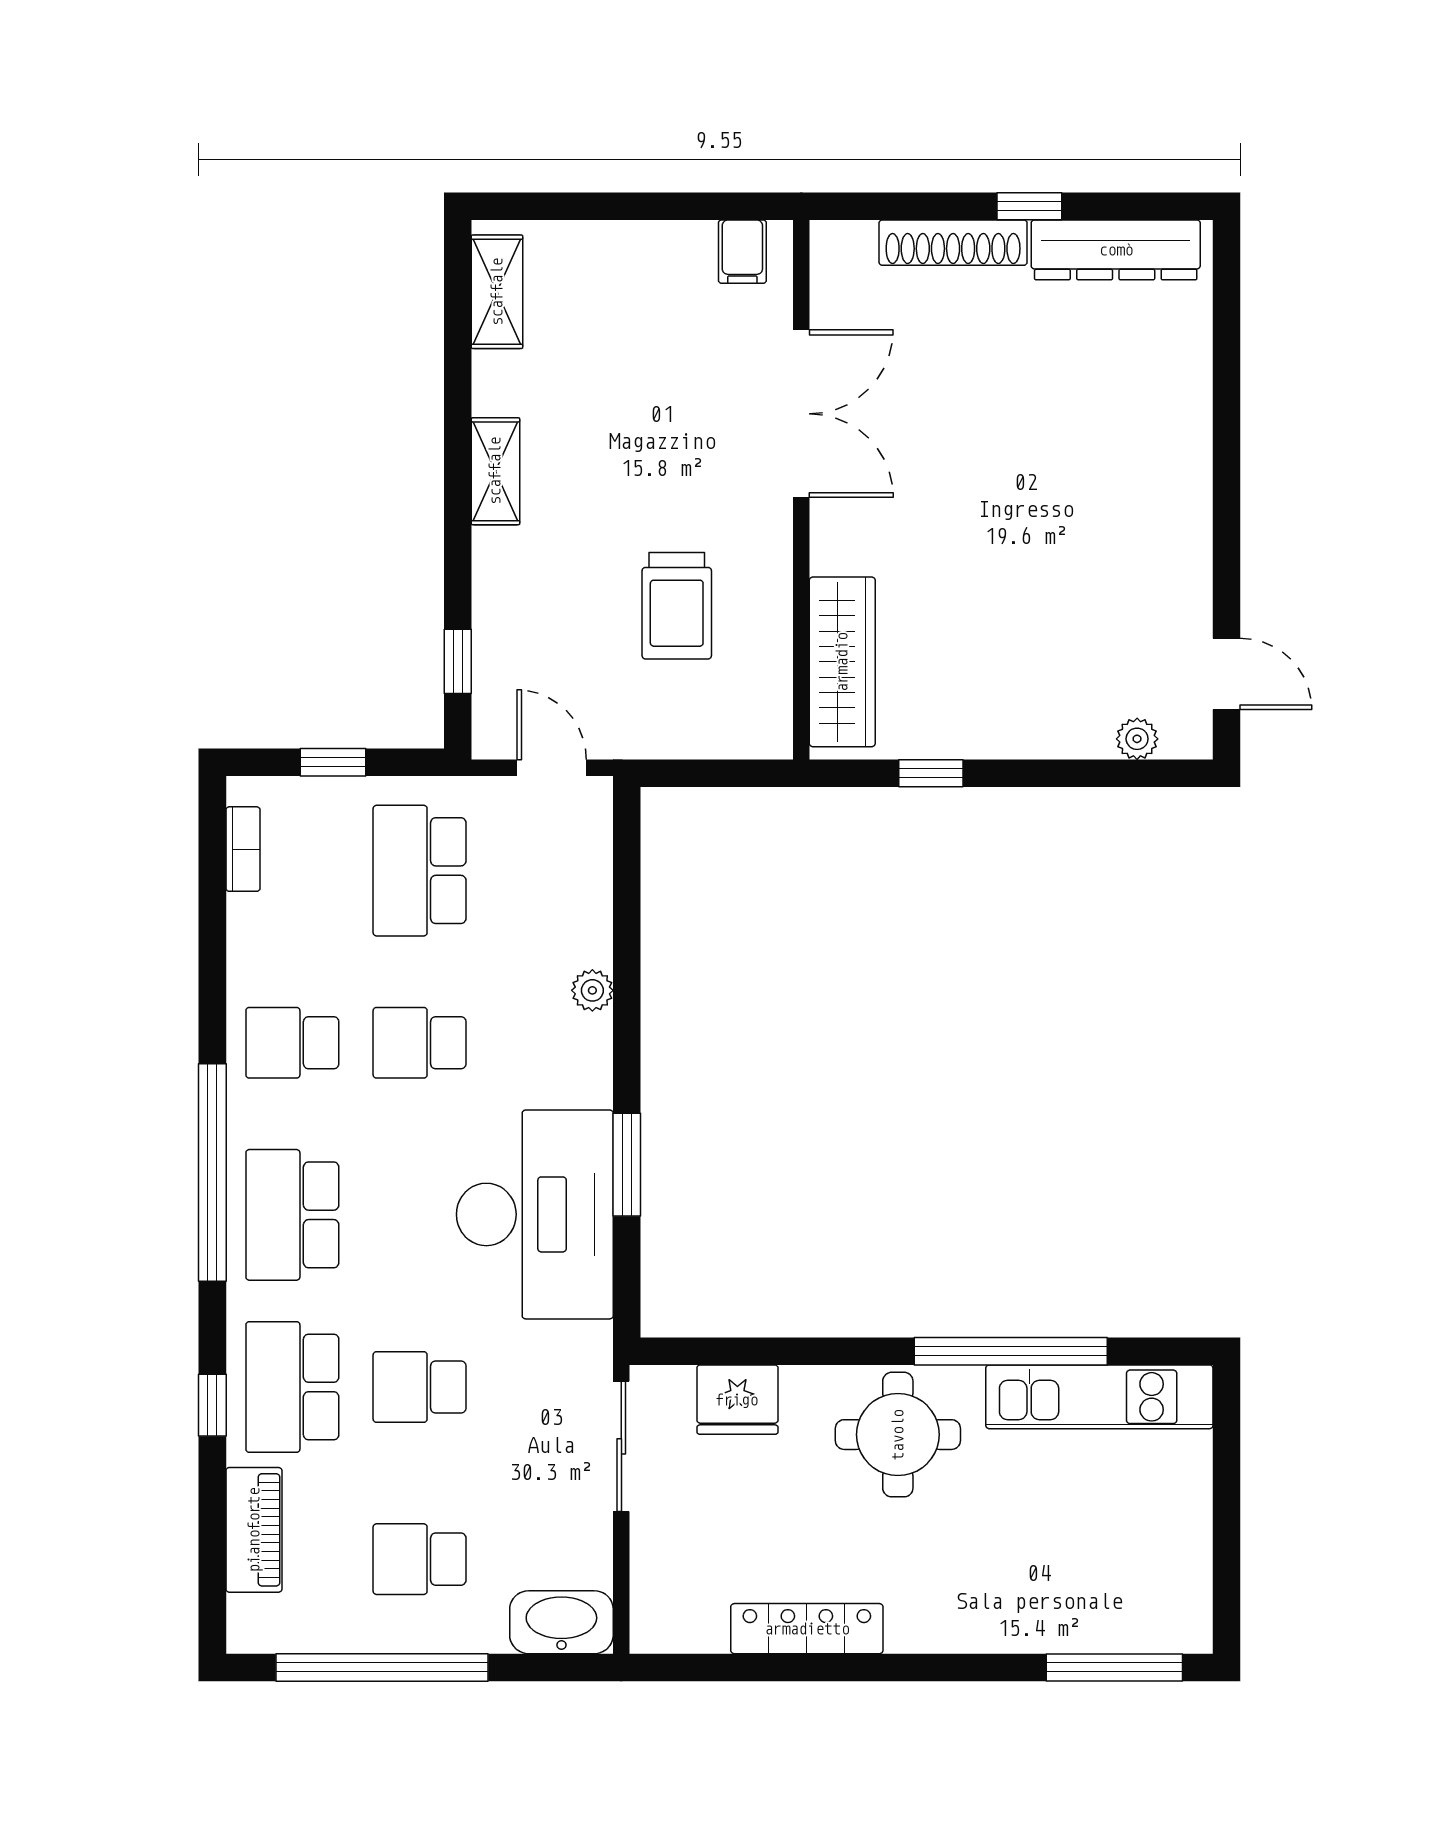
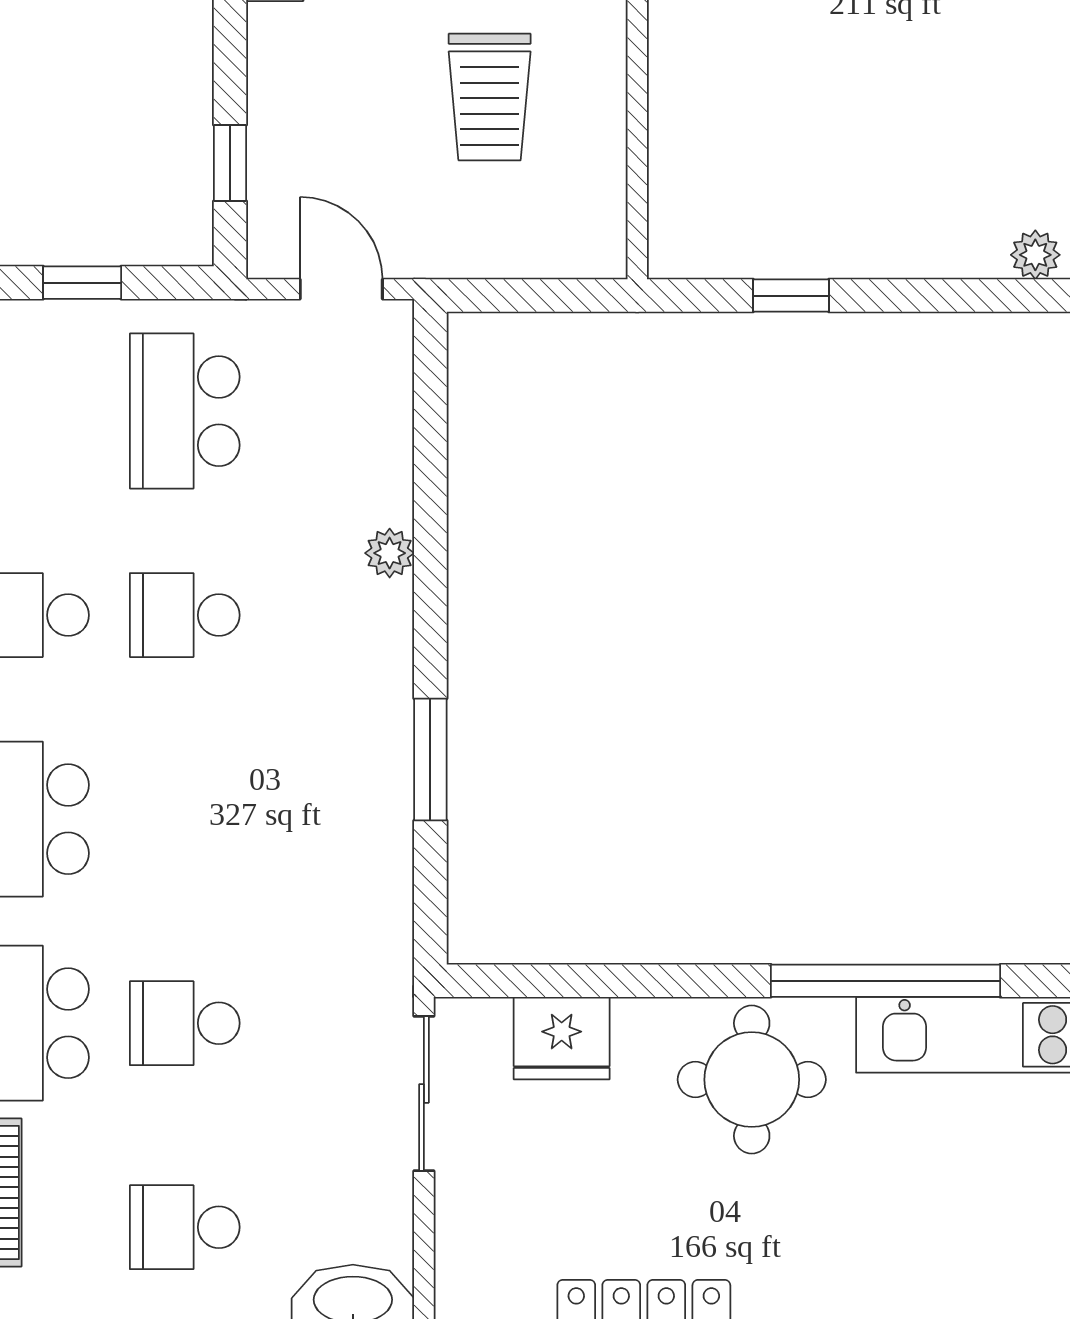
wardrobe: (842, 662) -> (686, 164), removed
desk: (535, 1214) -> (321, 819), removed

